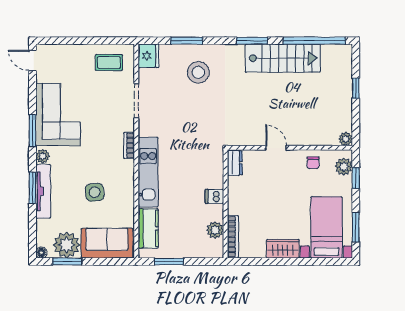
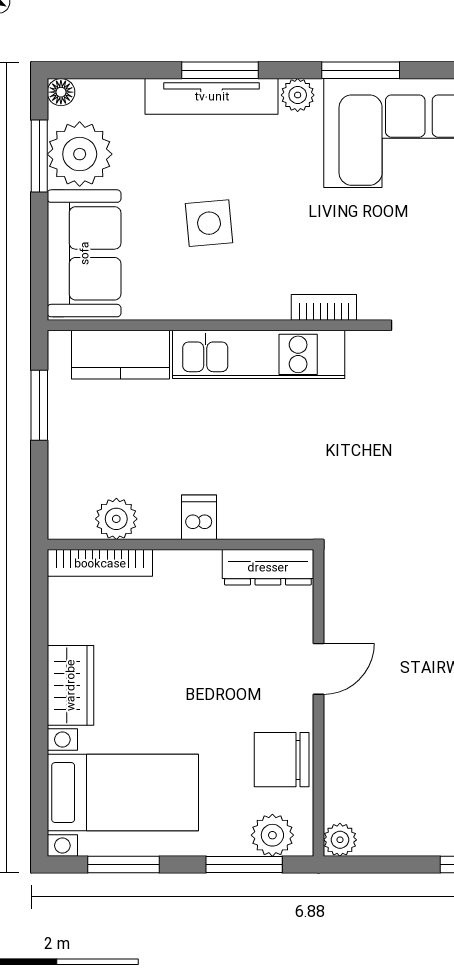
dresser: (235, 163) -> (268, 567), width x1.44
chair: (313, 163) -> (282, 760), width x1.87, depth x1.87
window: (356, 178) -> (244, 864), width x1.50

